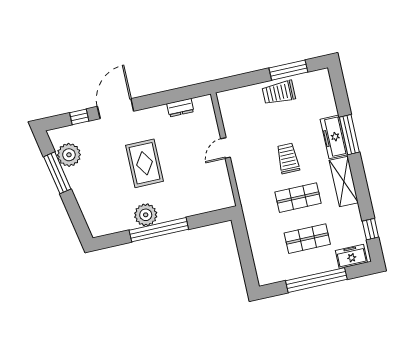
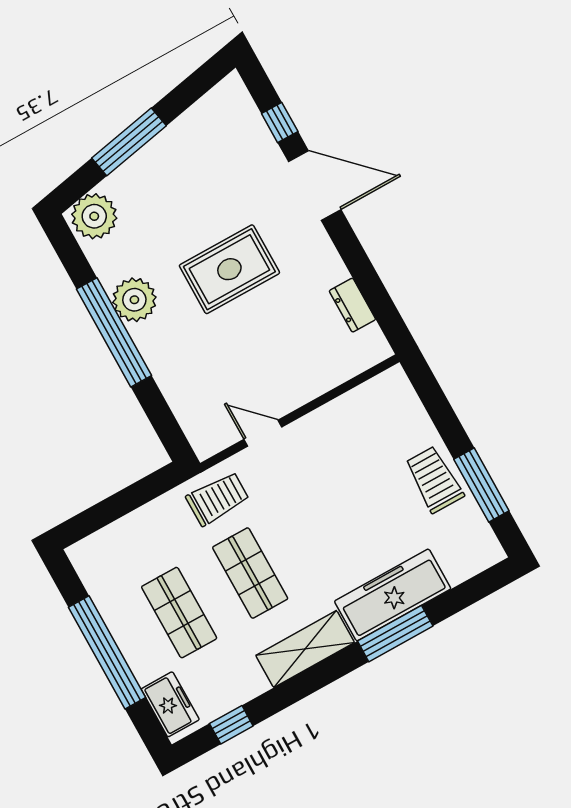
freezer: (334, 137) -> (393, 595), width x1.36, depth x1.26
door: (226, 148) -> (263, 433), moved
plant: (69, 155) -> (94, 216), moved
trolley: (288, 158) -> (217, 499), moved
window: (57, 173) -> (129, 142), moved

